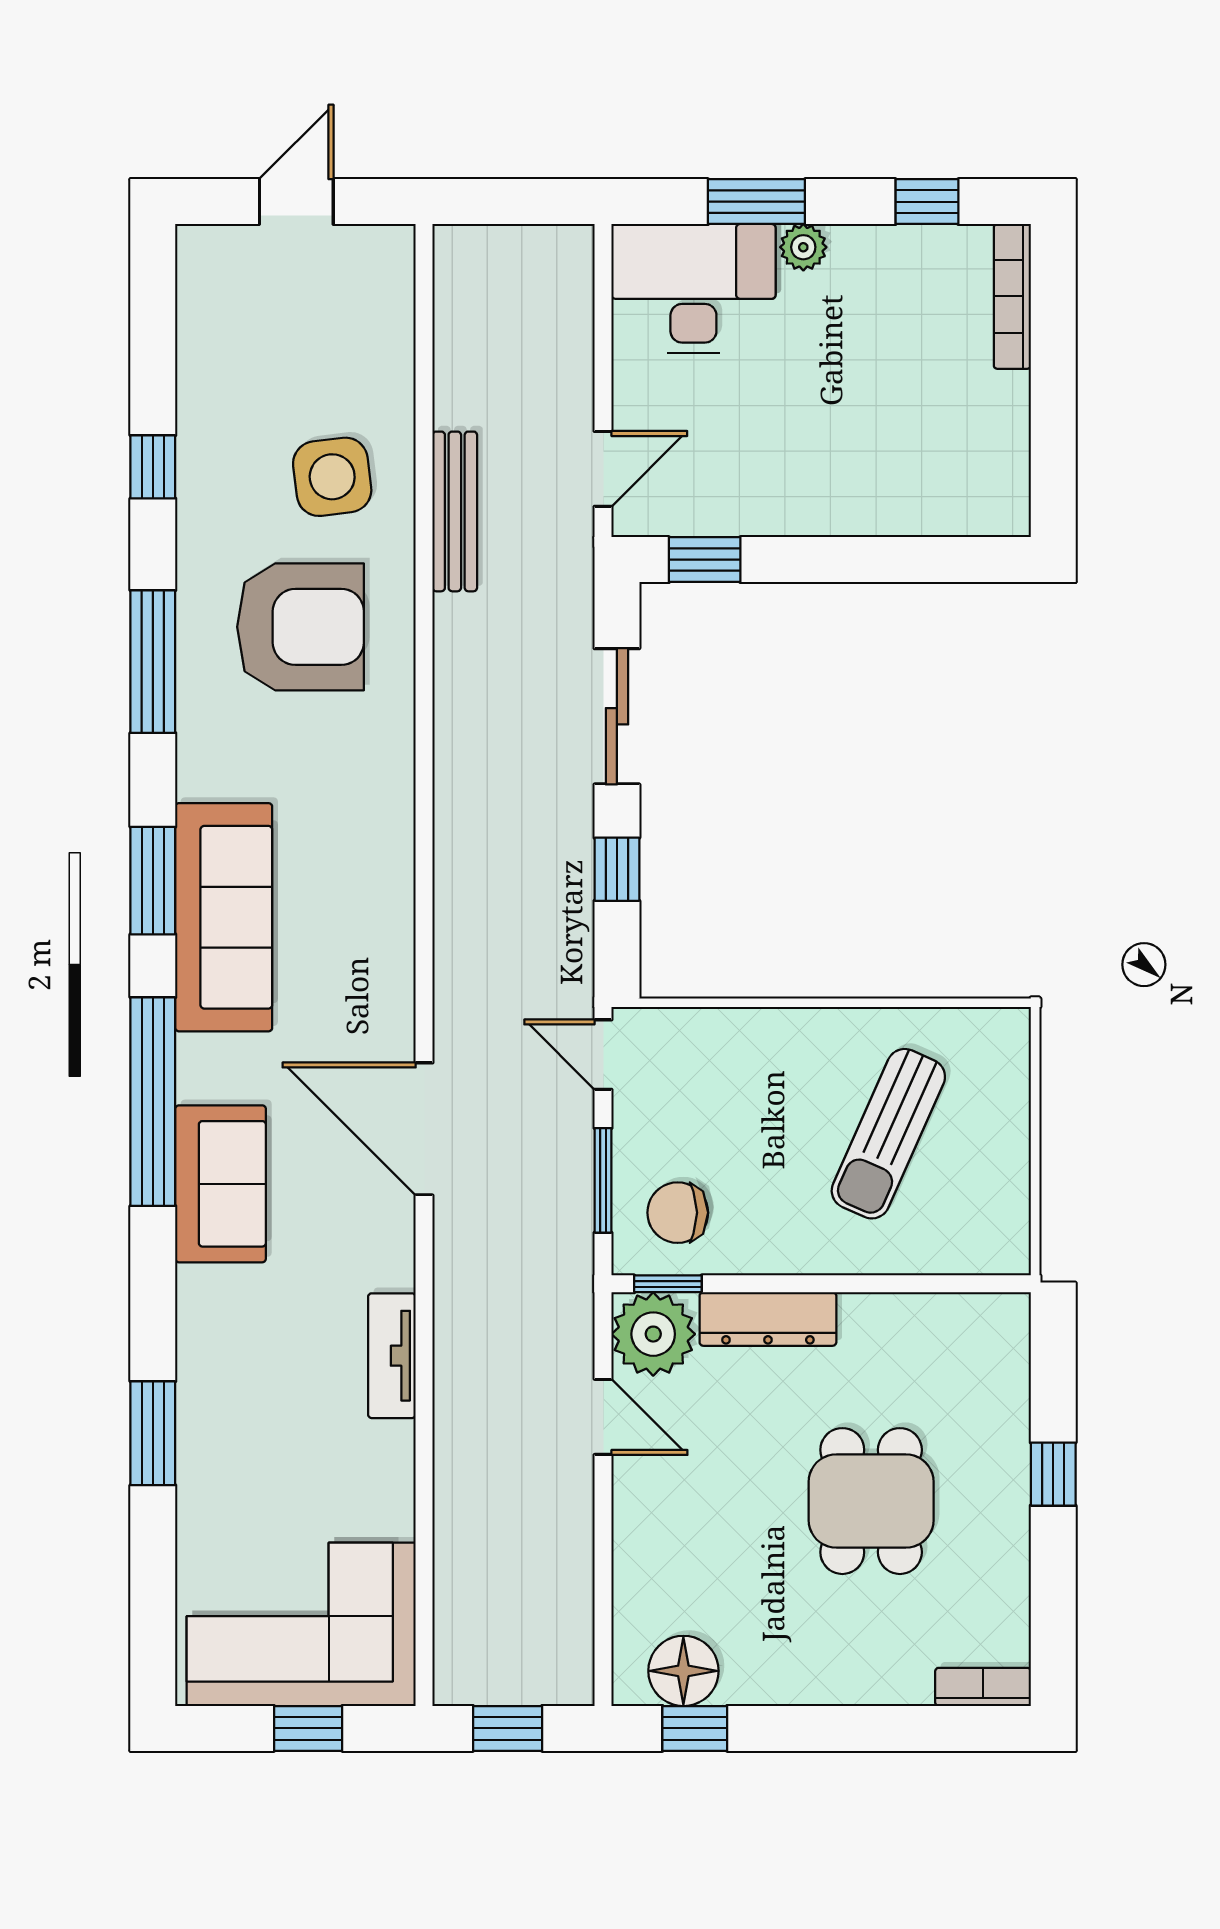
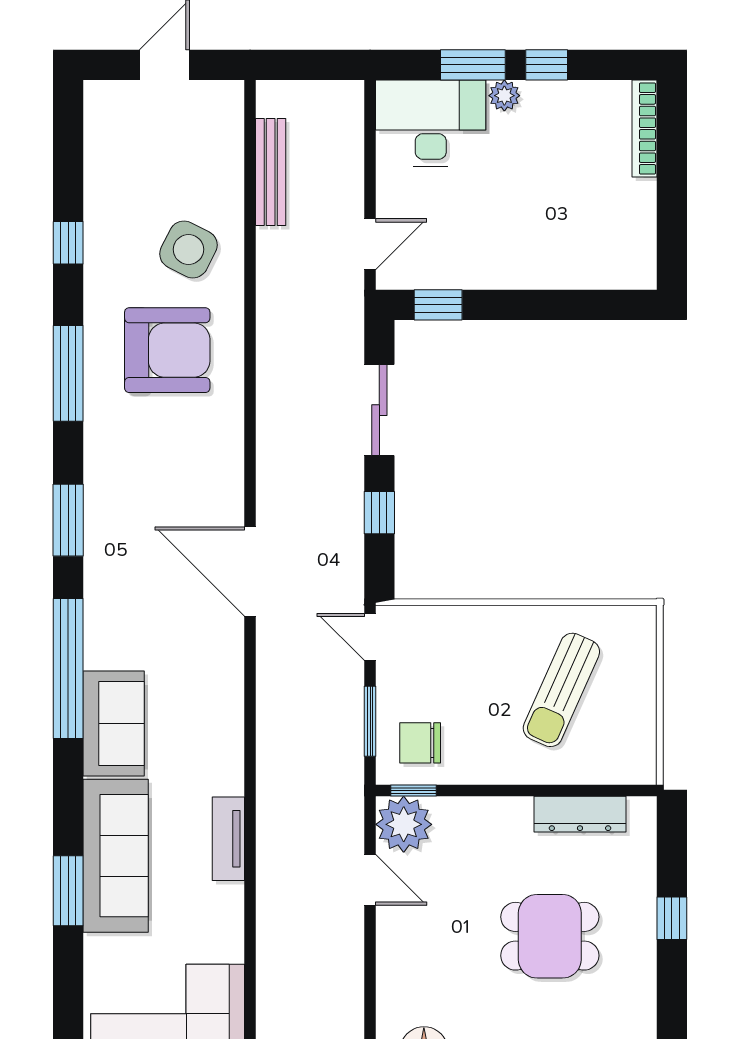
window: (927, 202) -> (547, 65), moved
side table: (332, 477) -> (188, 249), turned 34
bench: (455, 511) -> (271, 172), moved
sofa: (224, 917) -> (116, 856), moved
door: (424, 1129) -> (250, 571), moved
dresser: (768, 1319) -> (580, 814), moved
dining table: (871, 1501) -> (550, 936), turned 90

